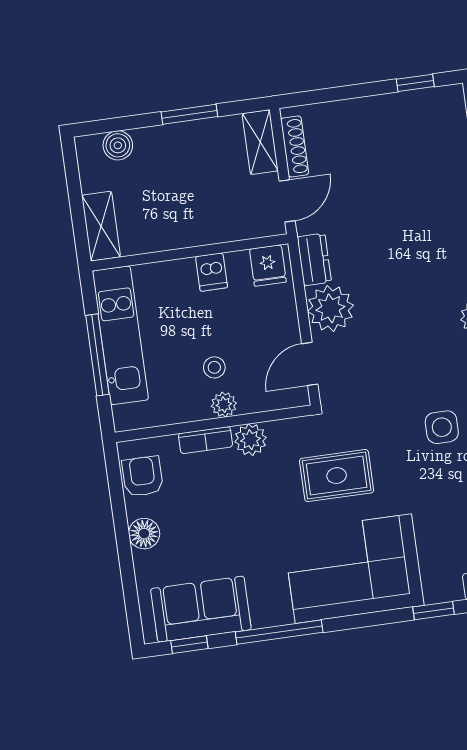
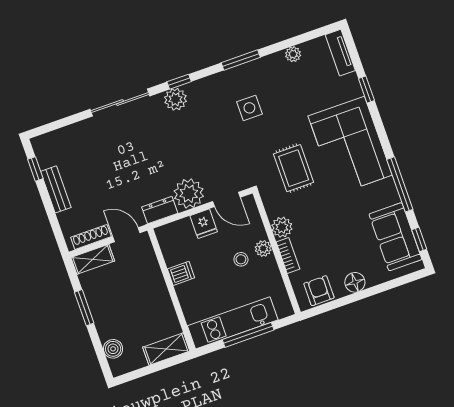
bench: (378, 108) -> (56, 189), added
fridge: (268, 266) -> (204, 224), moved, turned 90
armchair: (143, 476) -> (319, 291), turned 90

